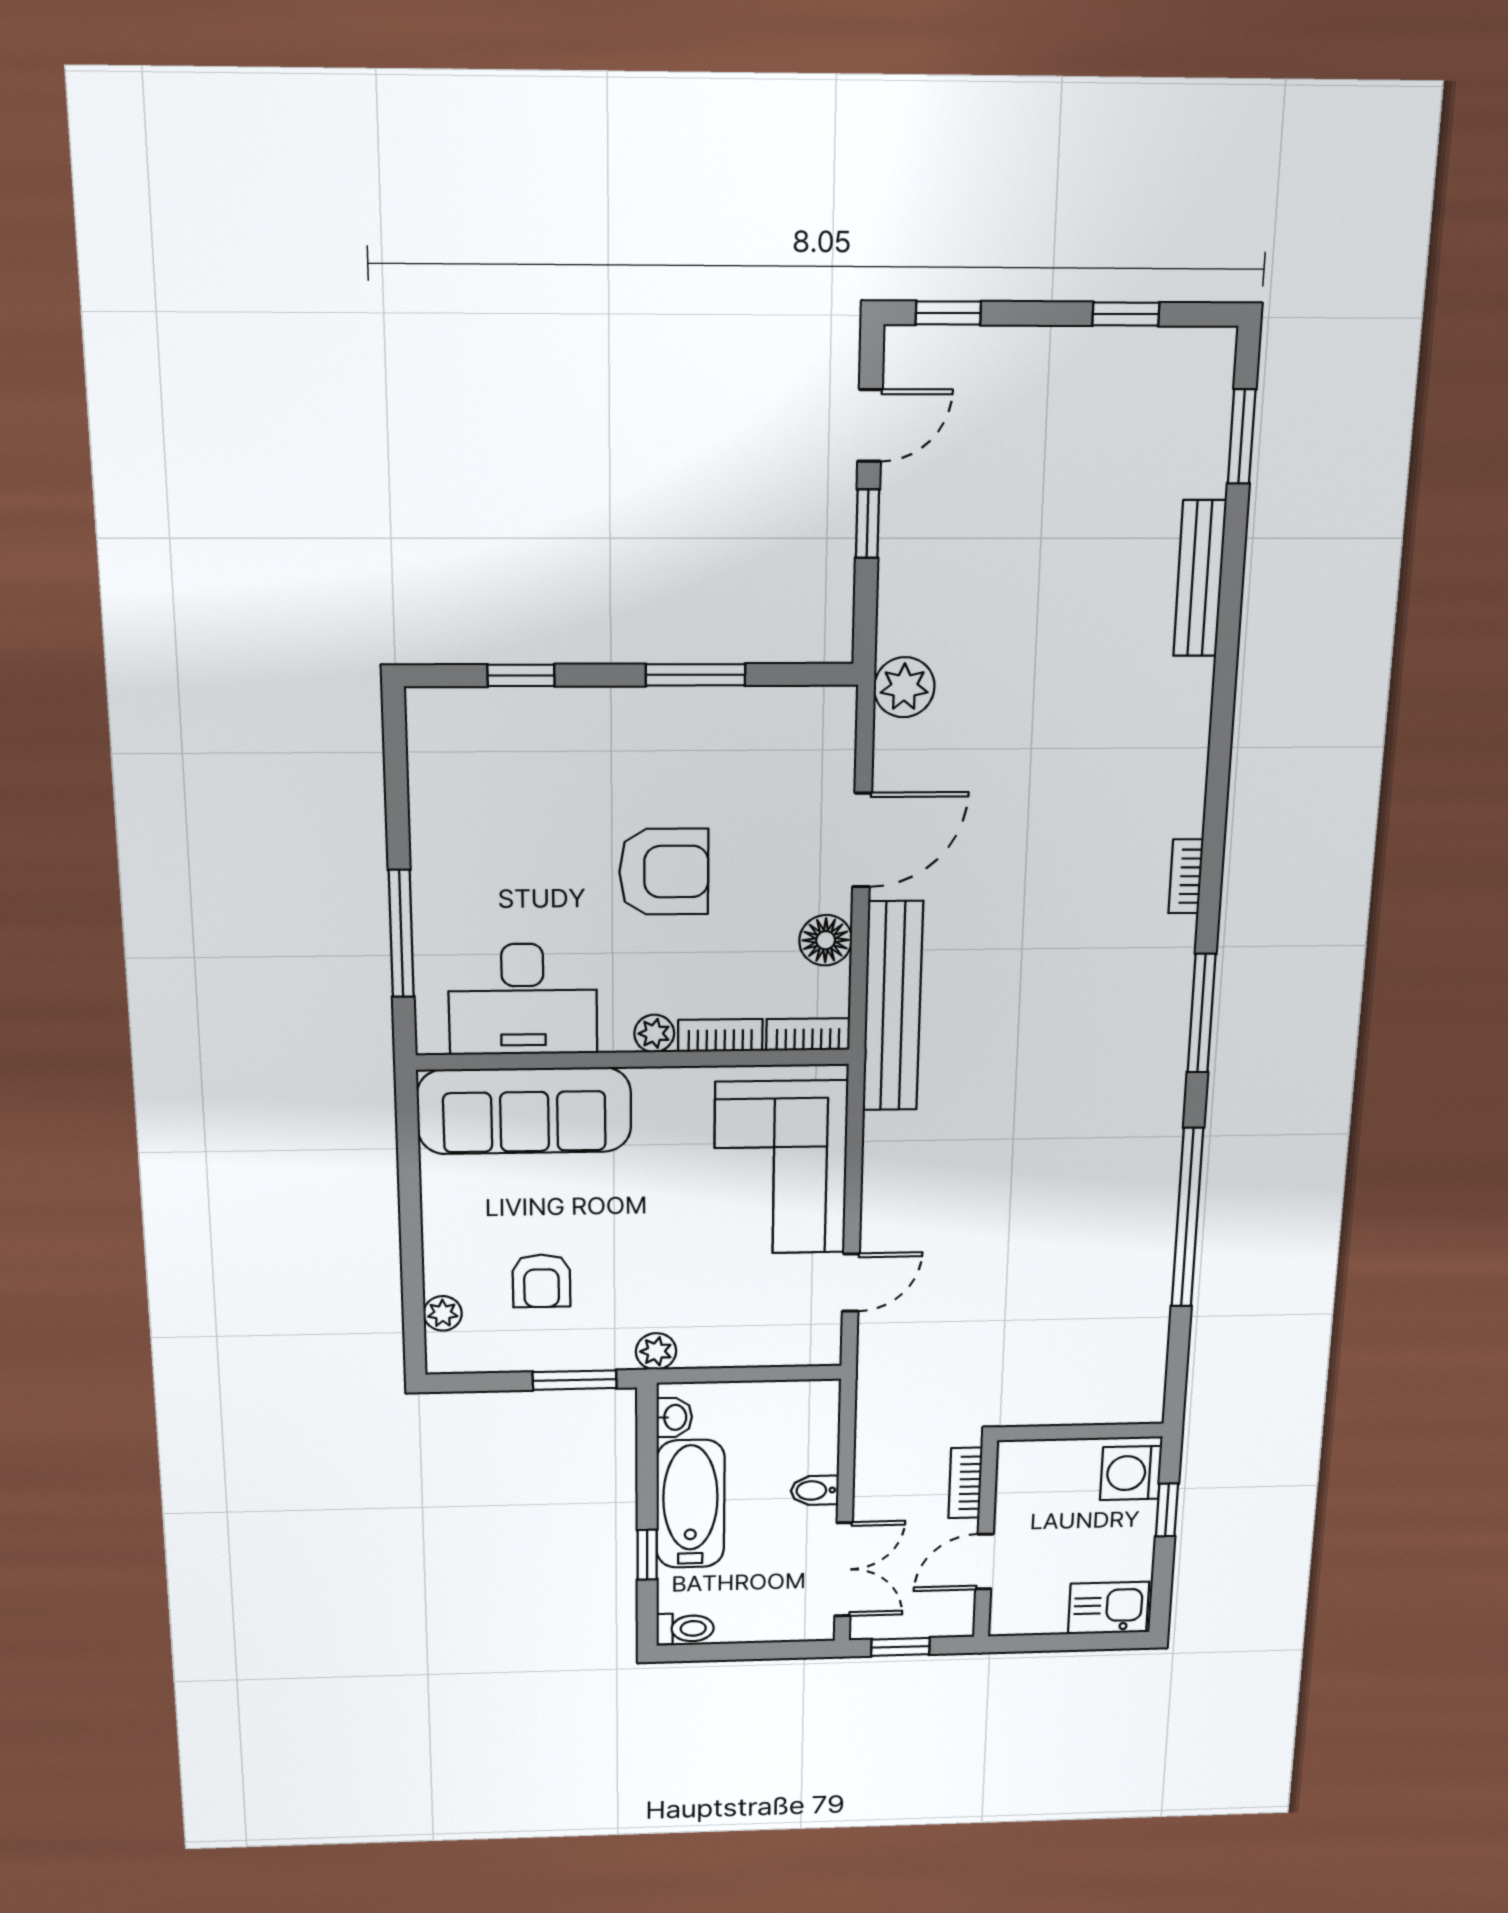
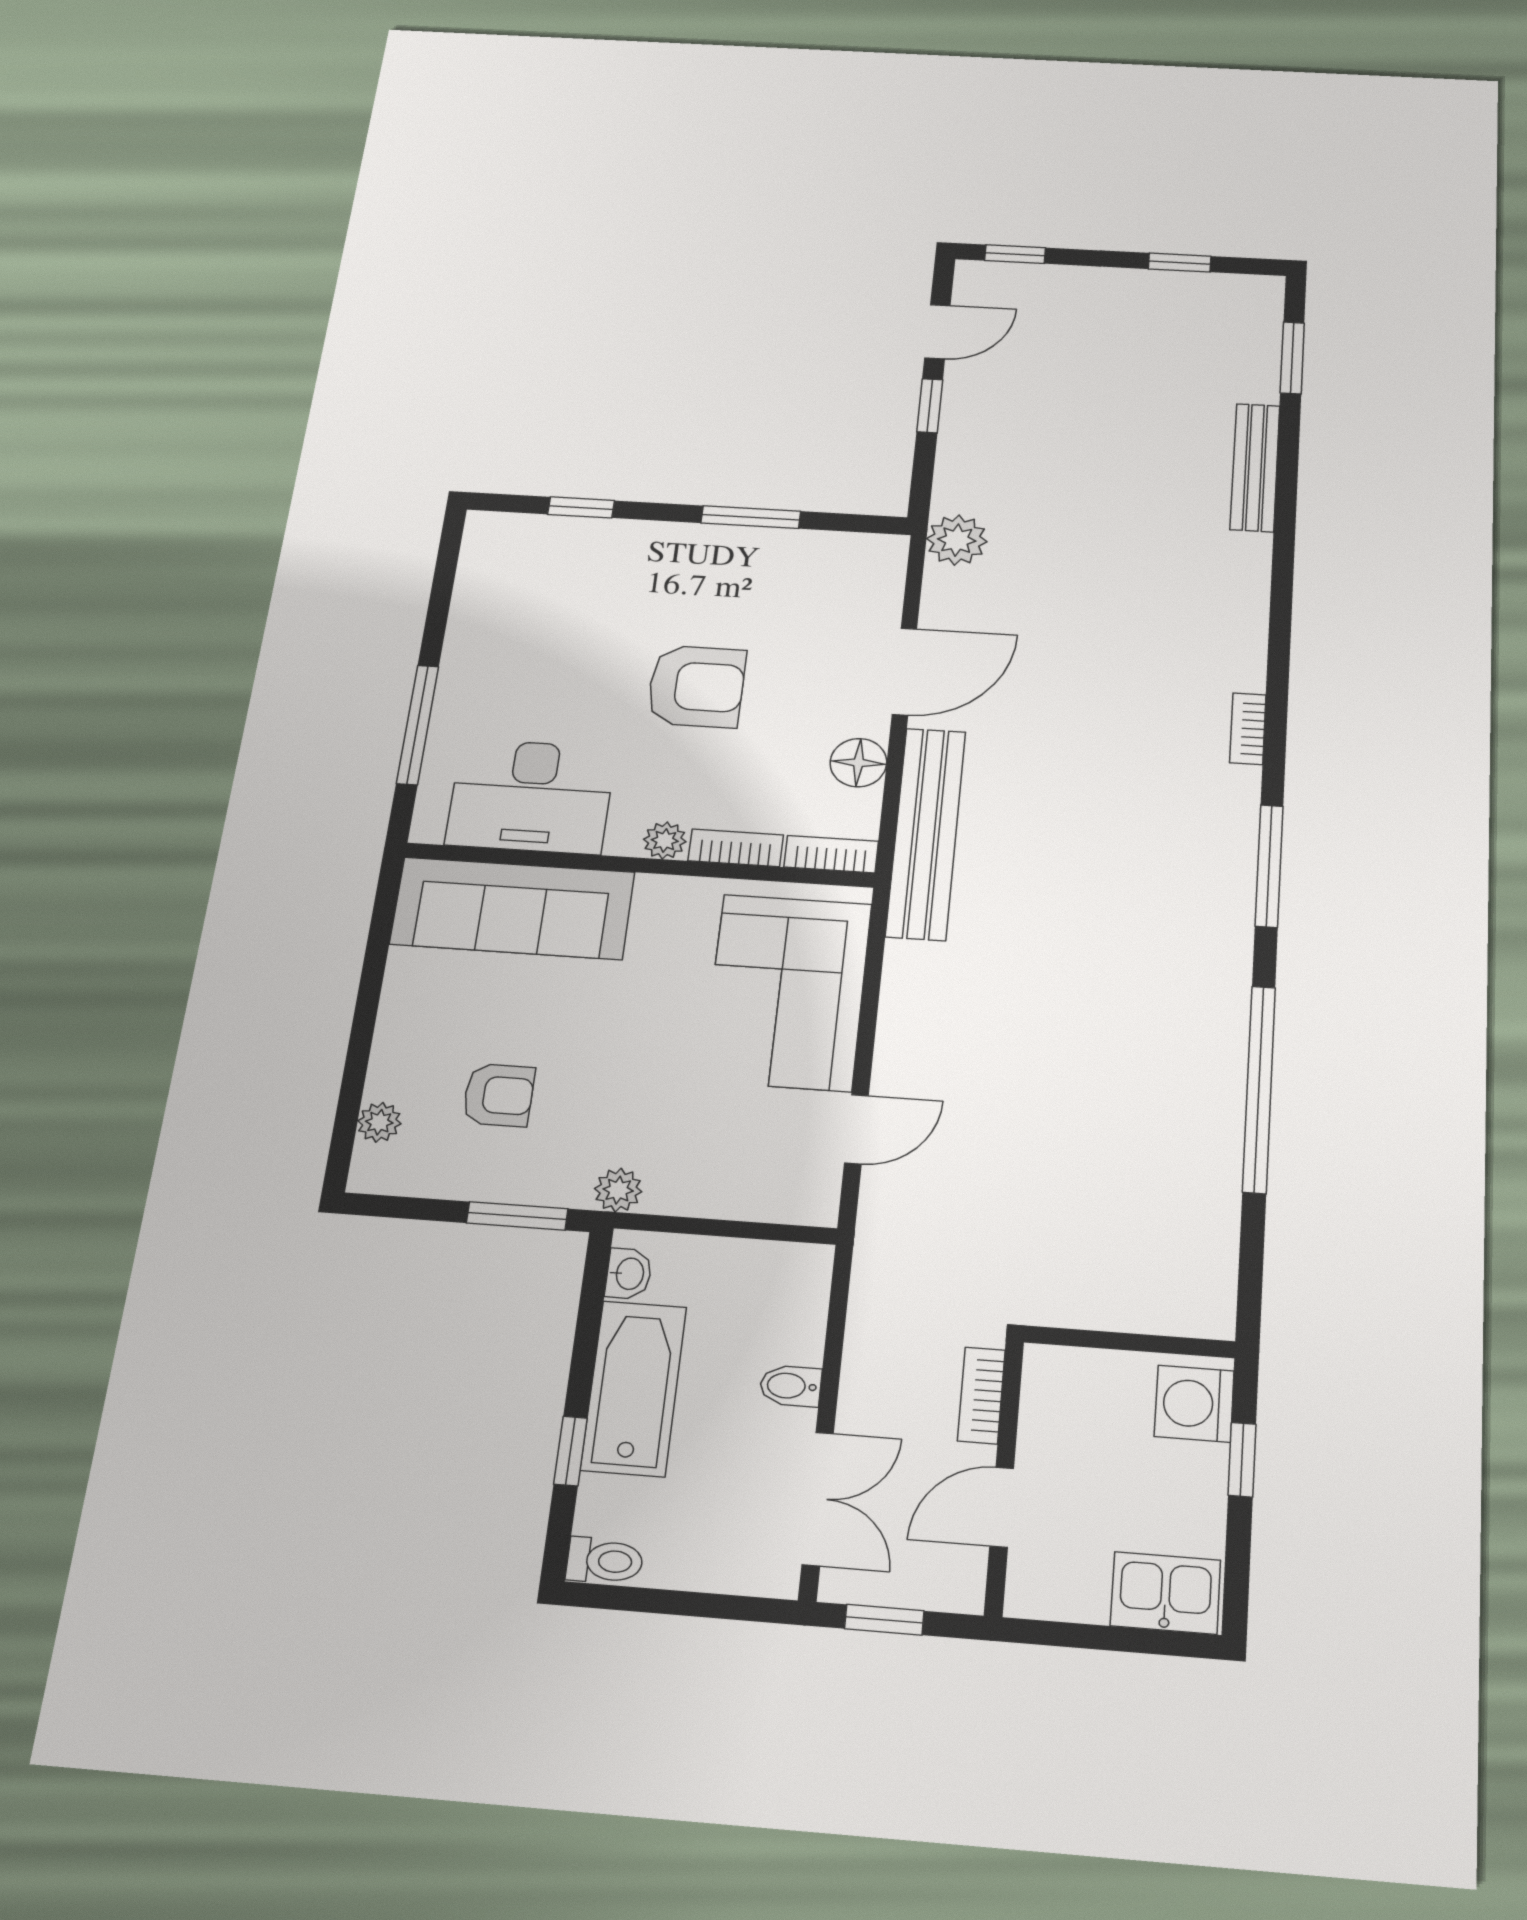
armchair: (541, 1281) -> (499, 1095), turned -90

